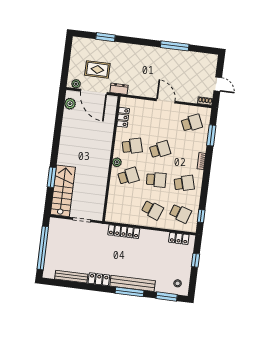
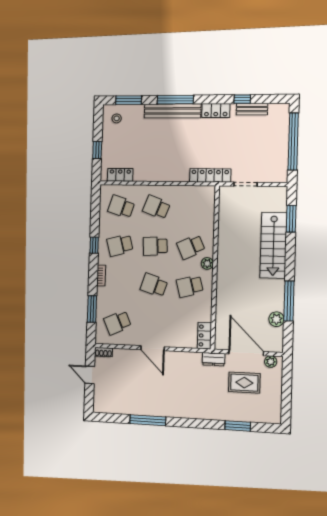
plant: (70, 104) -> (276, 319), moved
locker: (123, 117) -> (204, 336), moved
window: (58, 128) -> (289, 301), added
school desk: (160, 150) -> (154, 285), turned 42
window: (52, 177) -> (291, 219), moved
stairs: (63, 191) -> (273, 245), moved
window: (201, 216) -> (94, 245), moved
locker: (124, 232) -> (210, 175), moved
bench: (71, 277) -> (252, 109), width x0.73
window: (78, 285) -> (242, 99), added

